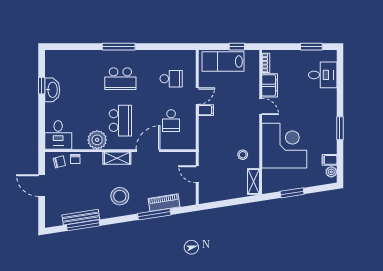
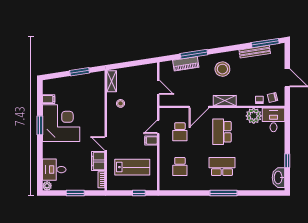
window: (237, 47) -> (139, 193), moved
window: (311, 47) -> (75, 193), moved
lab bench: (223, 62) -> (132, 167), moved
school desk: (171, 79) -> (180, 166), turned -90
washbasin: (52, 90) -> (278, 178), moved
door: (197, 96) -> (158, 127), moved
school desk: (171, 121) -> (180, 132), turned 180
plant: (97, 140) -> (254, 116), moved
corner desk: (284, 146) -> (61, 123), moved, turned 180
plant: (331, 172) -> (47, 186), moved
window: (83, 225) -> (265, 43), moved

